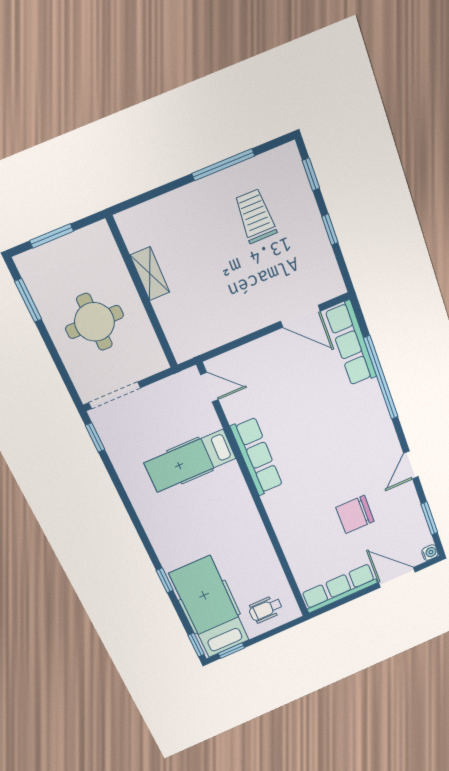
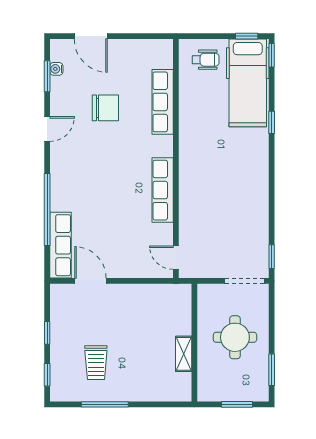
hospital bed: (190, 461) -> (213, 209), removed
water cooler: (430, 553) -> (56, 69), moved
row of seats: (339, 588) -> (163, 102), moved, turned 90

